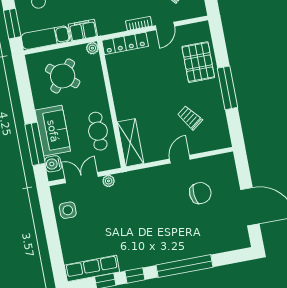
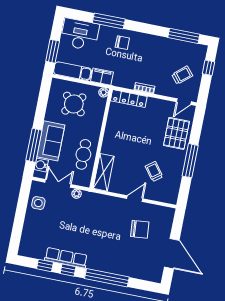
door: (165, 26) -> (184, 102), moved
row of seats: (92, 268) -> (66, 258), moved

